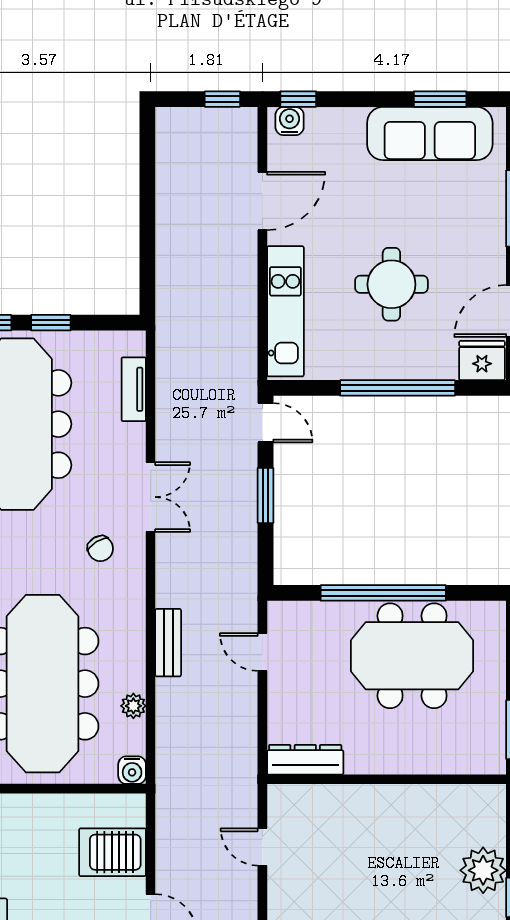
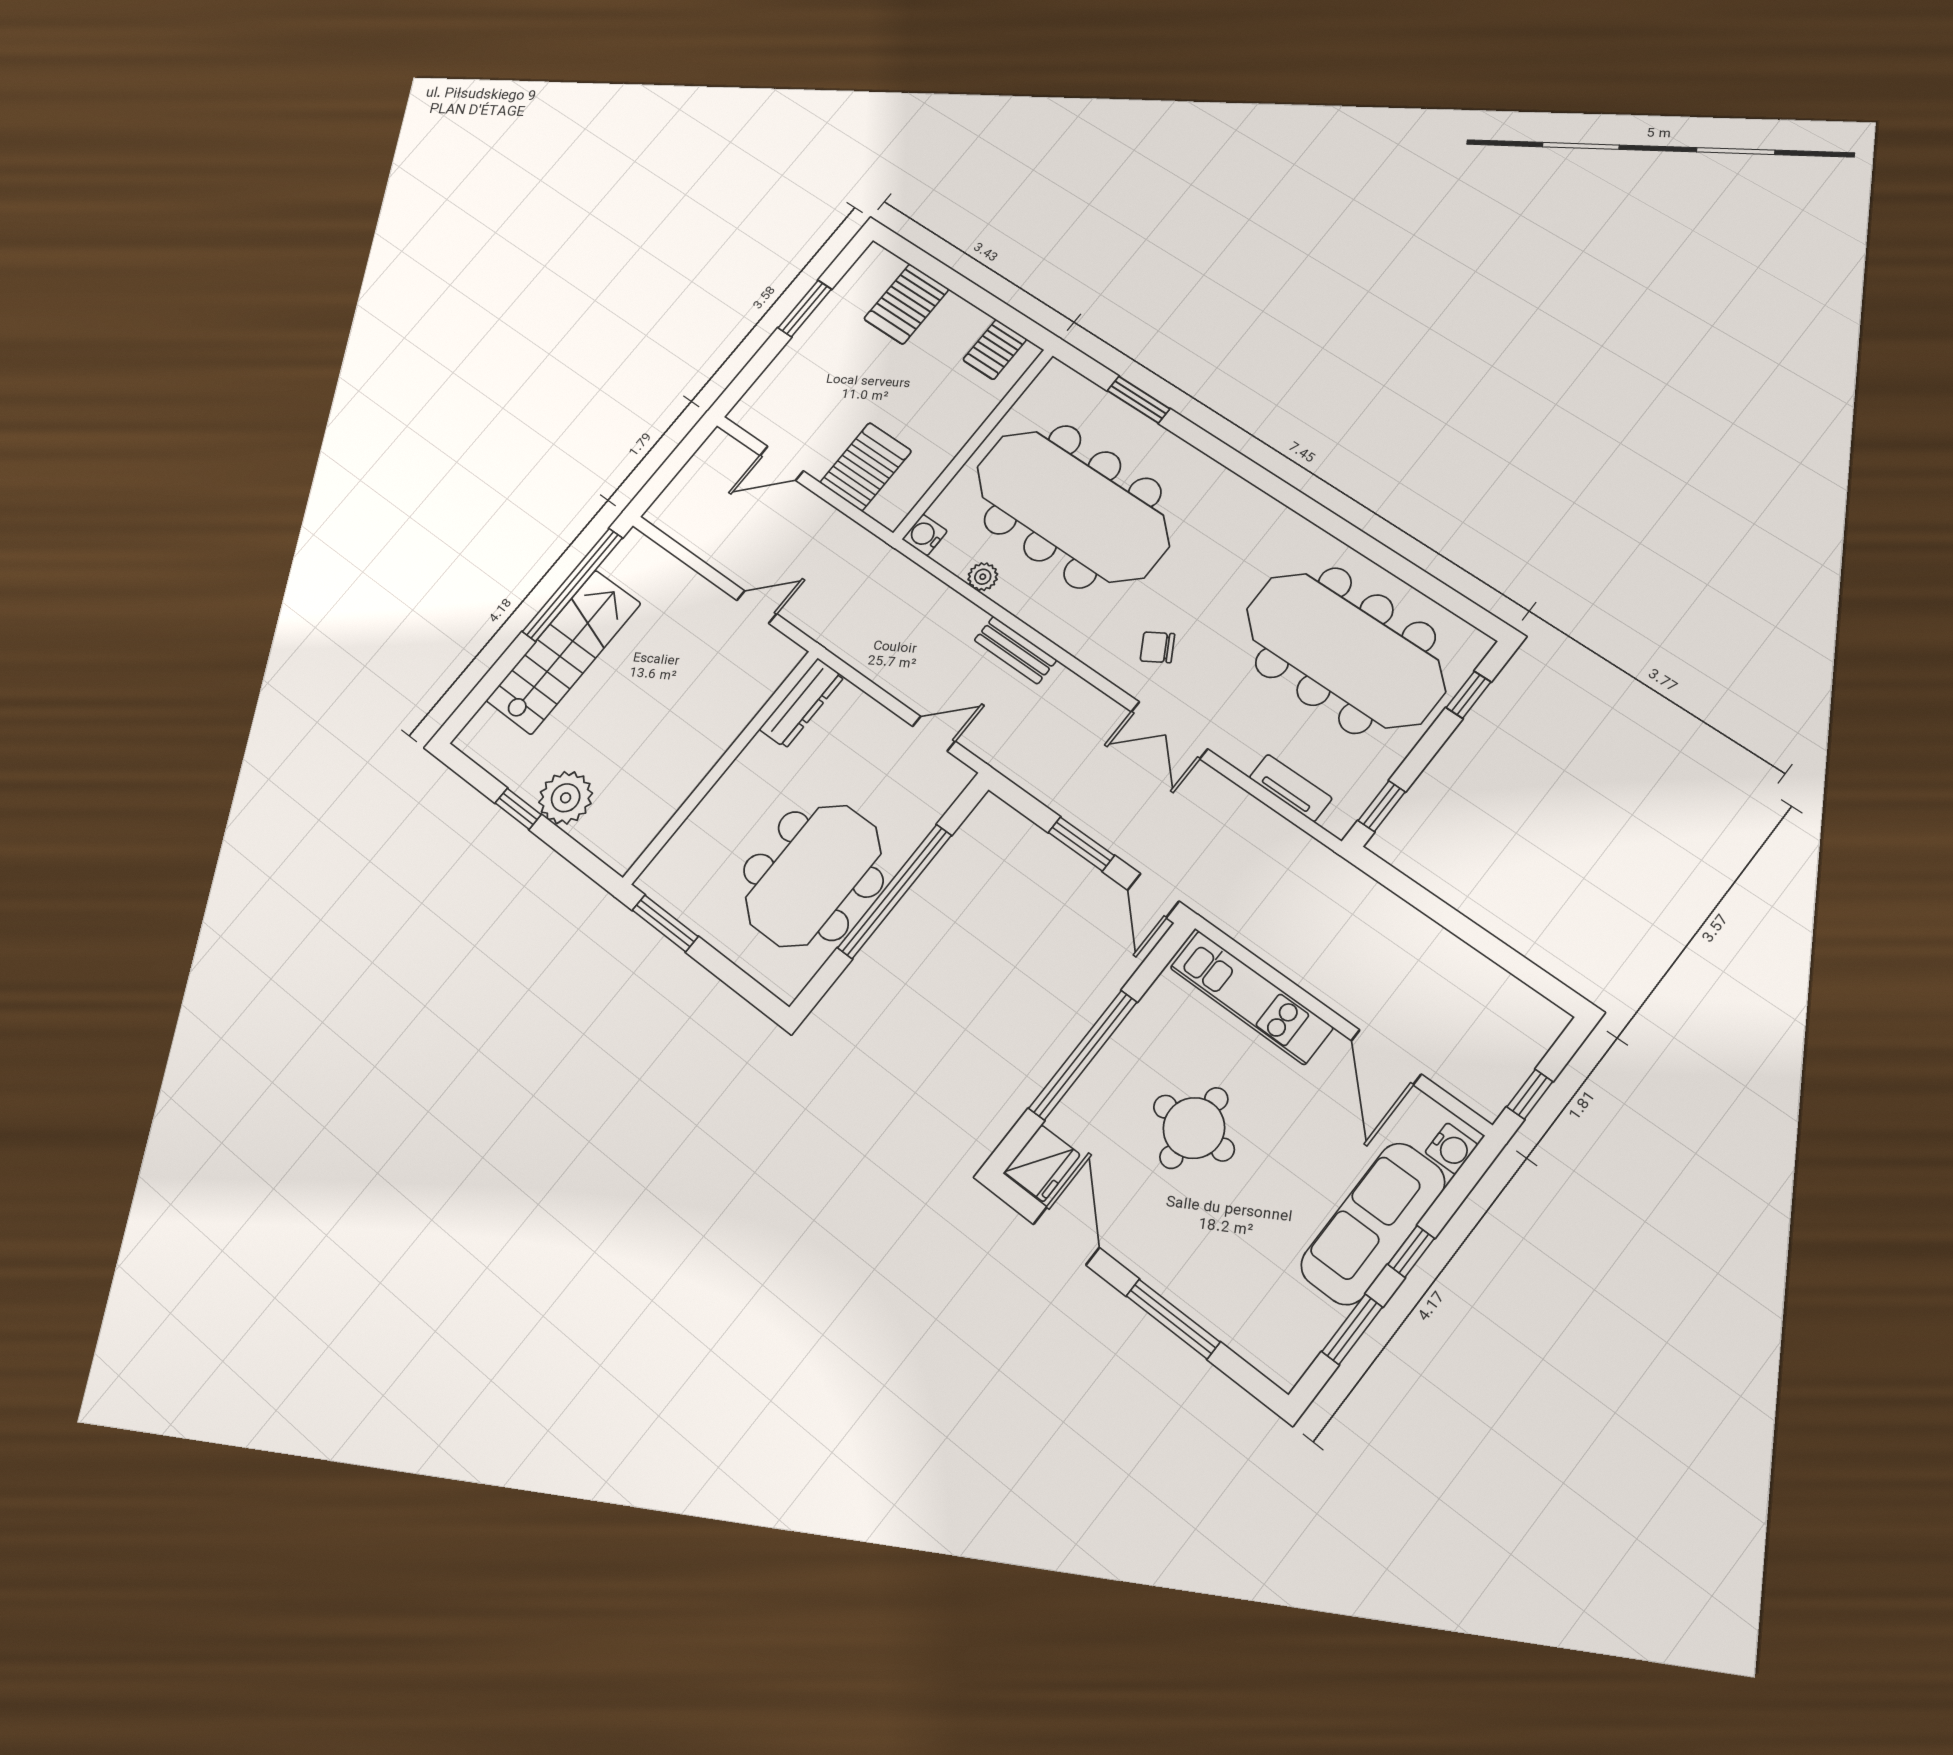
window: (298, 99) -> (1411, 1251), moved
sofa: (430, 133) -> (1373, 1224), moved
window: (51, 323) -> (1382, 806), moved
door: (265, 423) -> (1153, 896), hinge flipped

